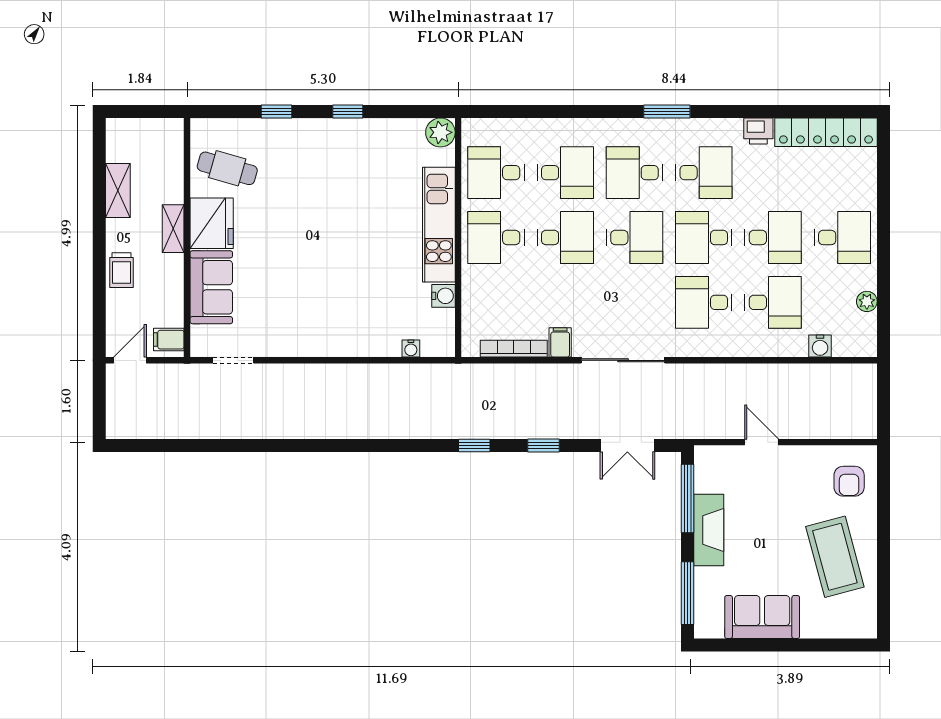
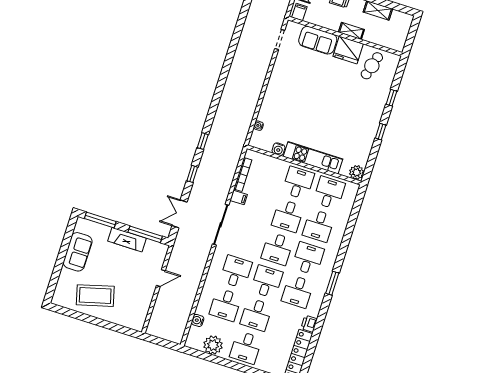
plant: (867, 301) -> (213, 345), width x1.88, depth x1.88
armchair: (849, 481) -> (129, 314), removed

